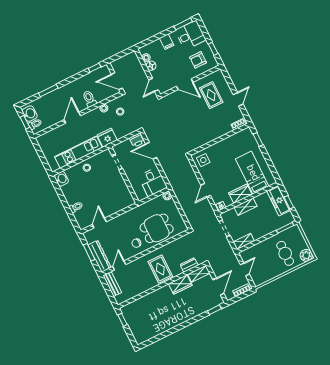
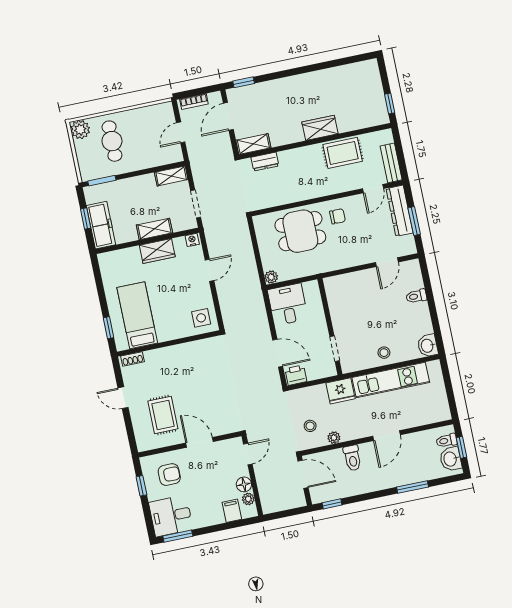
filing cabinet: (167, 42) -> (232, 511), moved
door: (238, 99) -> (123, 398), hinge flipped
bed: (252, 173) -> (137, 315), moved, turned 180
rug: (160, 269) -> (343, 153), moved, turned 90
wardrobe: (180, 285) -> (320, 128), moved

